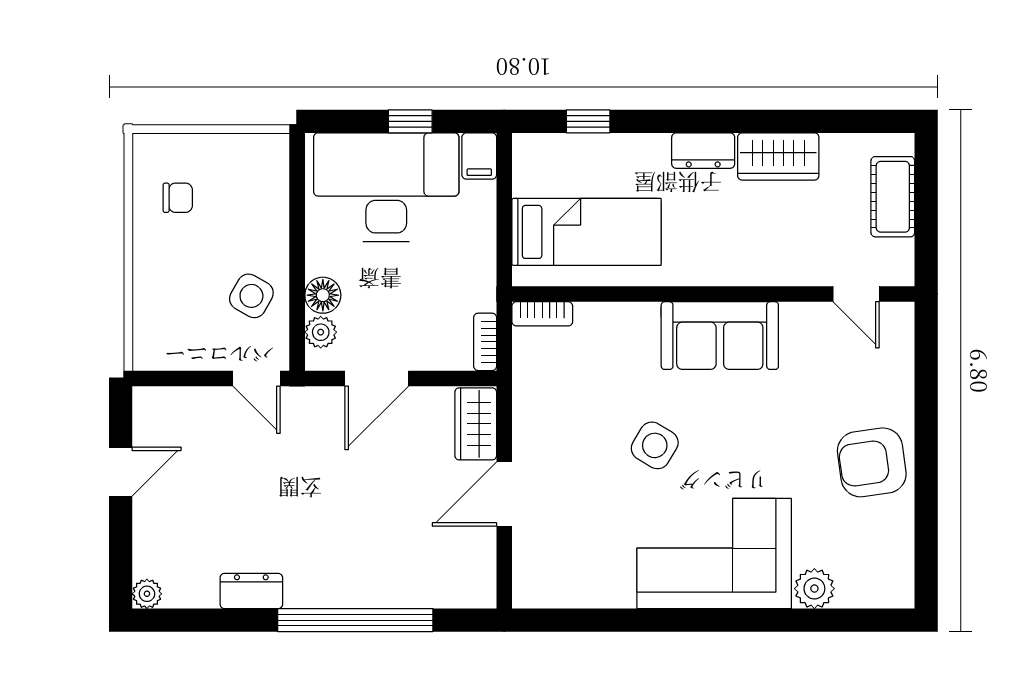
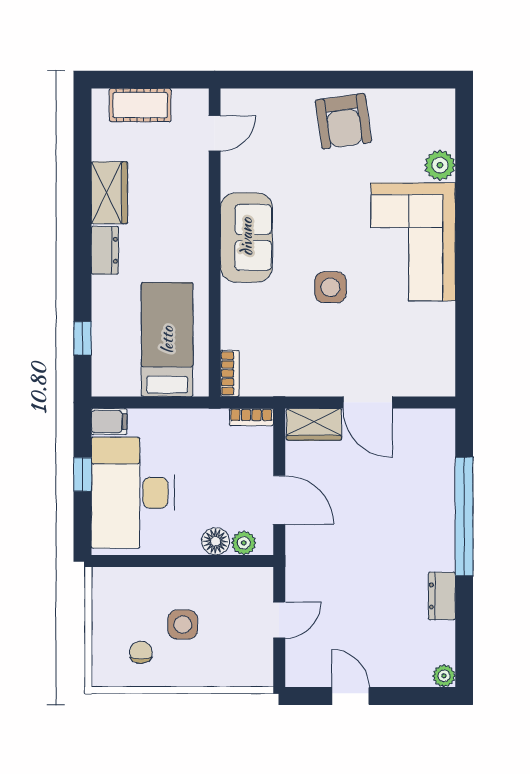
side table: (251, 296) -> (183, 625), moved, turned -30
door: (257, 378) -> (279, 620), moved
side table: (655, 445) -> (330, 287), turned -31

